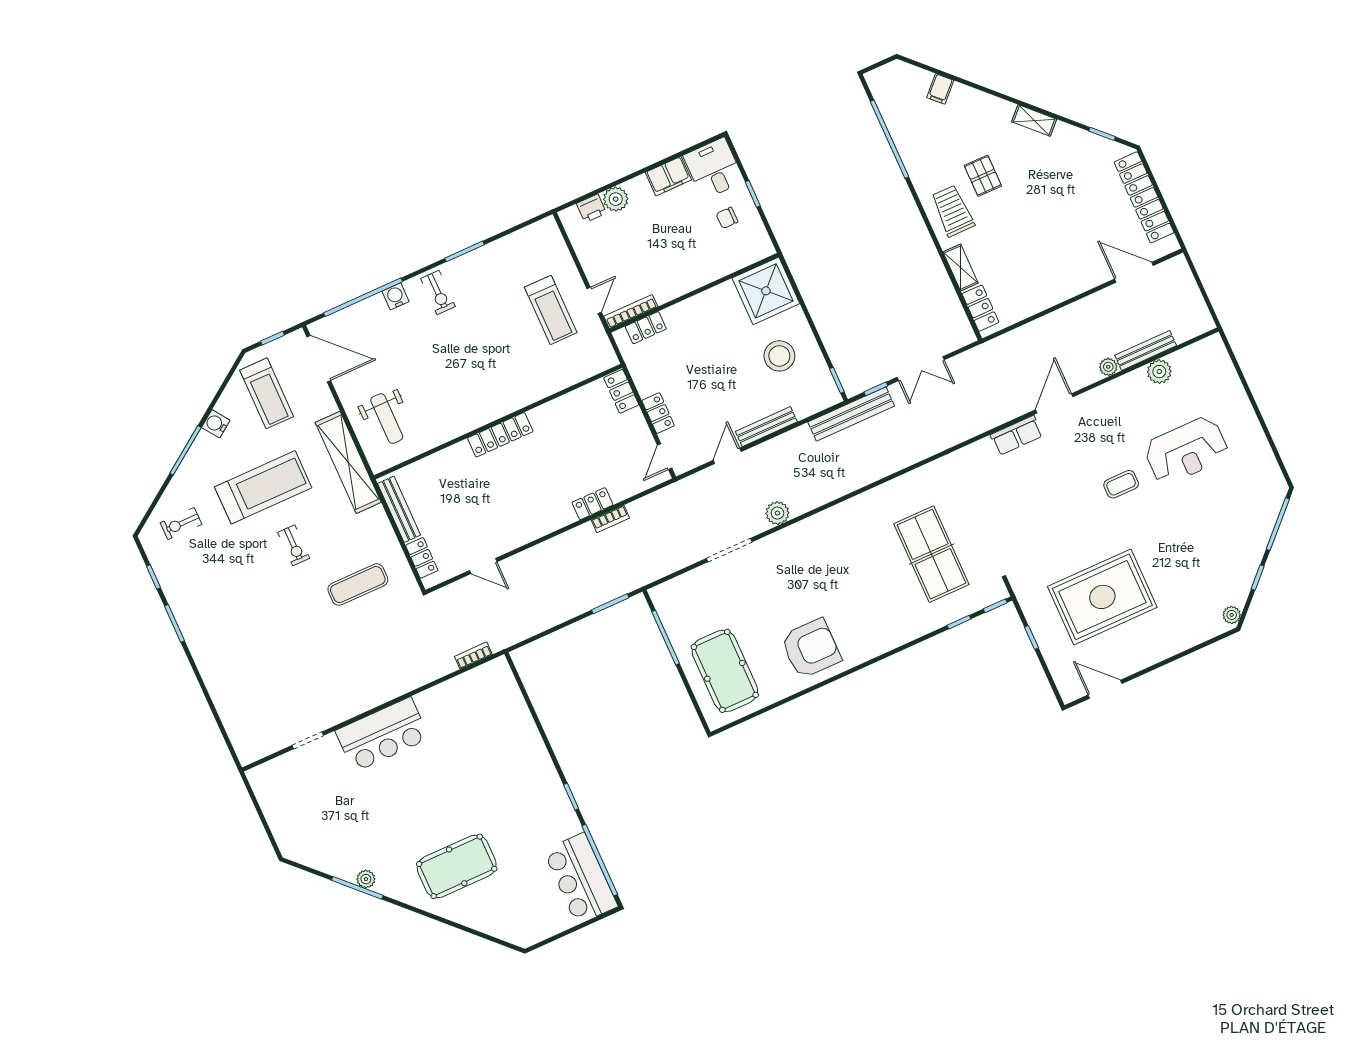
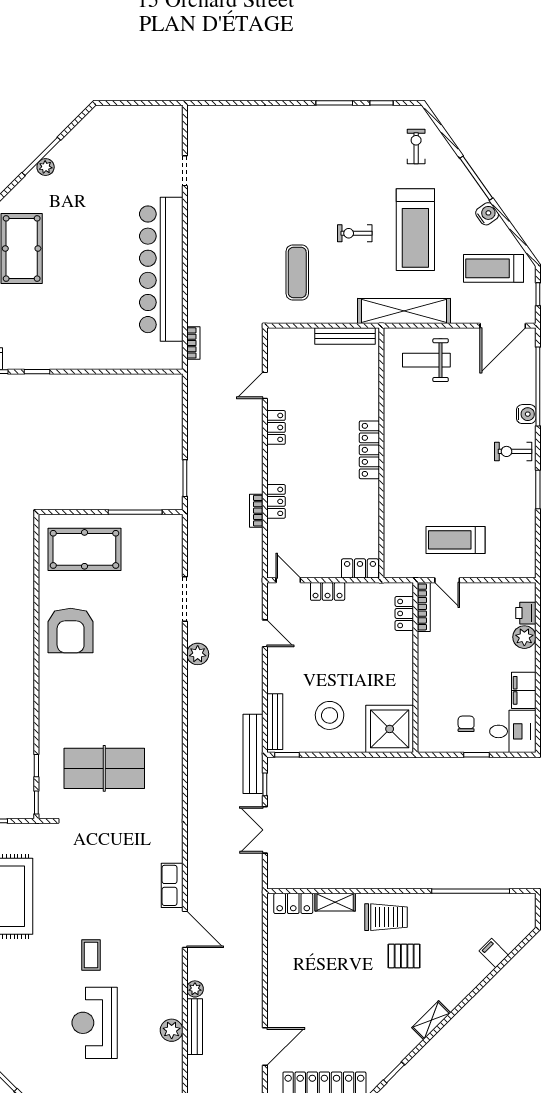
bench: (766, 427) -> (275, 722), moved
locker: (422, 558) -> (276, 427), moved, turned -90
bar counter: (382, 735) -> (161, 269), width x1.86

